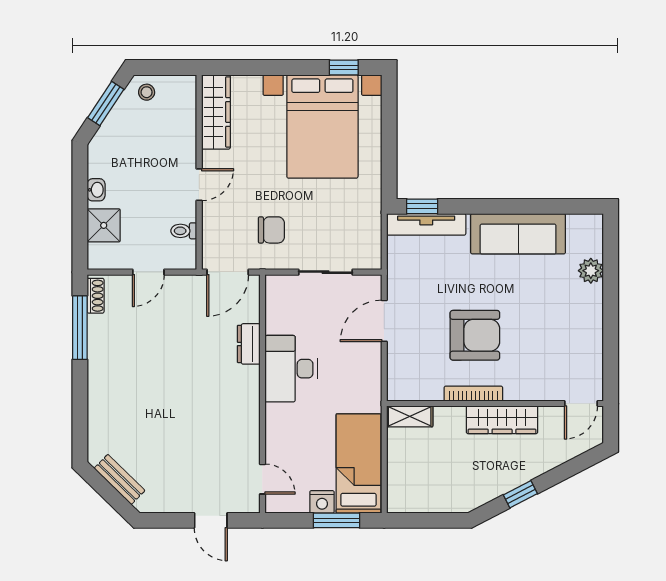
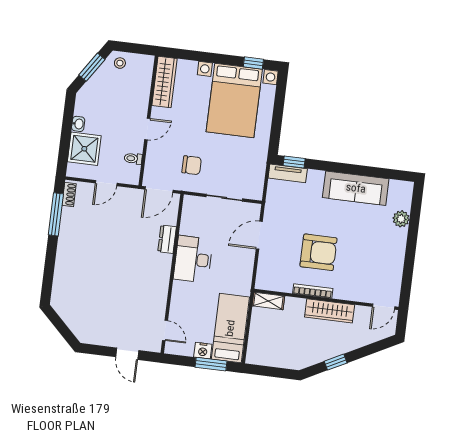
tv unit: (426, 224) -> (288, 173), width x0.71
shower: (104, 225) -> (84, 149), width x1.36, depth x1.36
bench: (120, 479) -> (70, 319), removed

